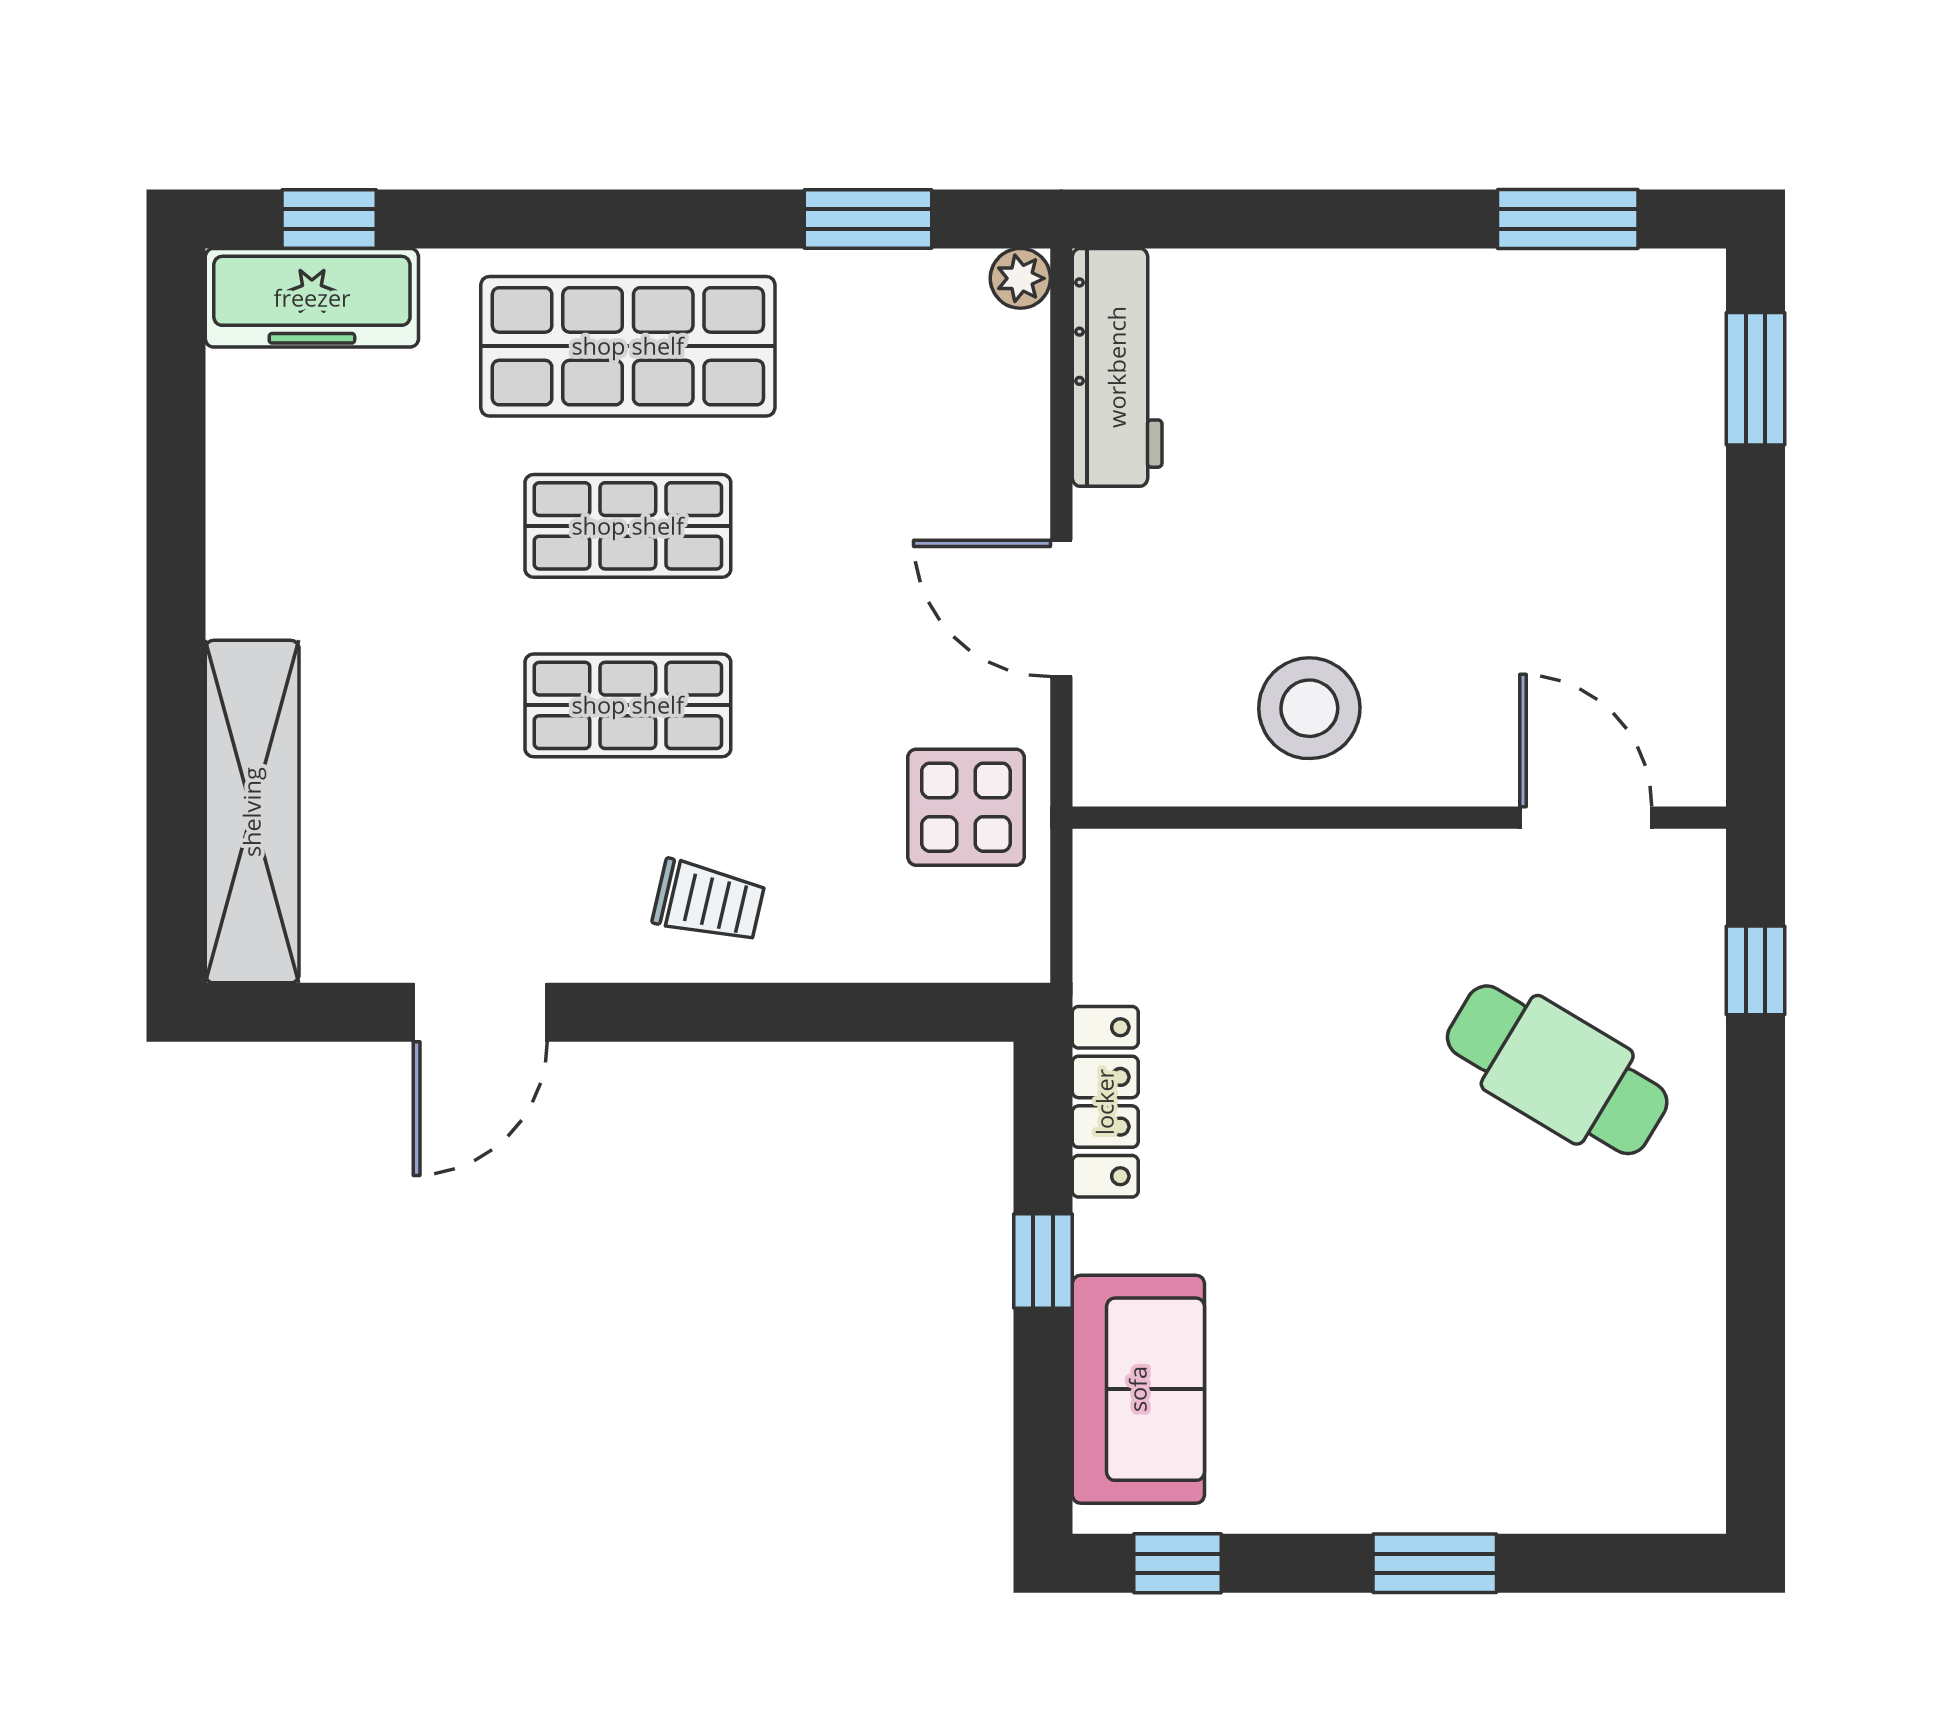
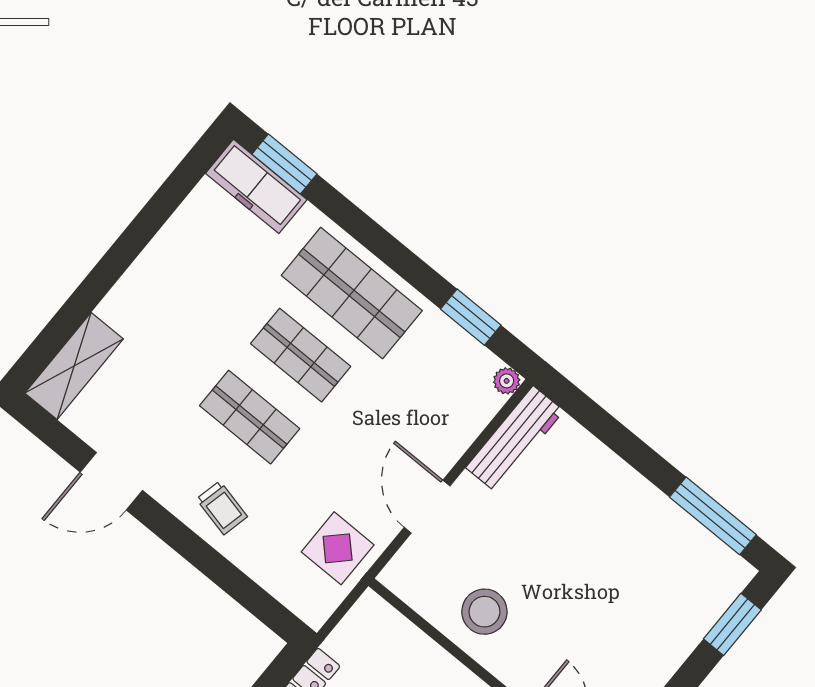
window: (329, 219) -> (284, 164), width x1.50
window: (1568, 219) -> (713, 516), width x1.44
shelving: (252, 812) -> (74, 366), width x0.68

